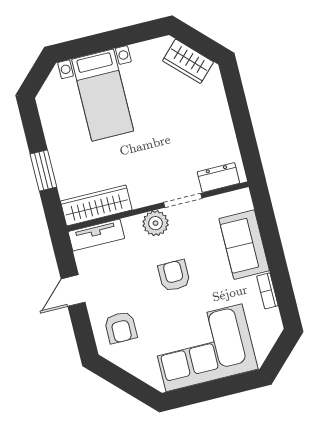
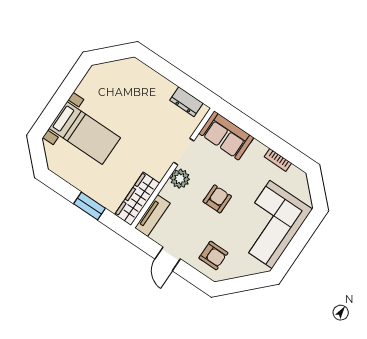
wardrobe: (188, 61) -> (116, 70), removed
dresser: (218, 177) -> (186, 102), moved, turned -90
sofa: (244, 245) -> (226, 135), moved
armchair: (174, 276) -> (217, 199), turned 90

